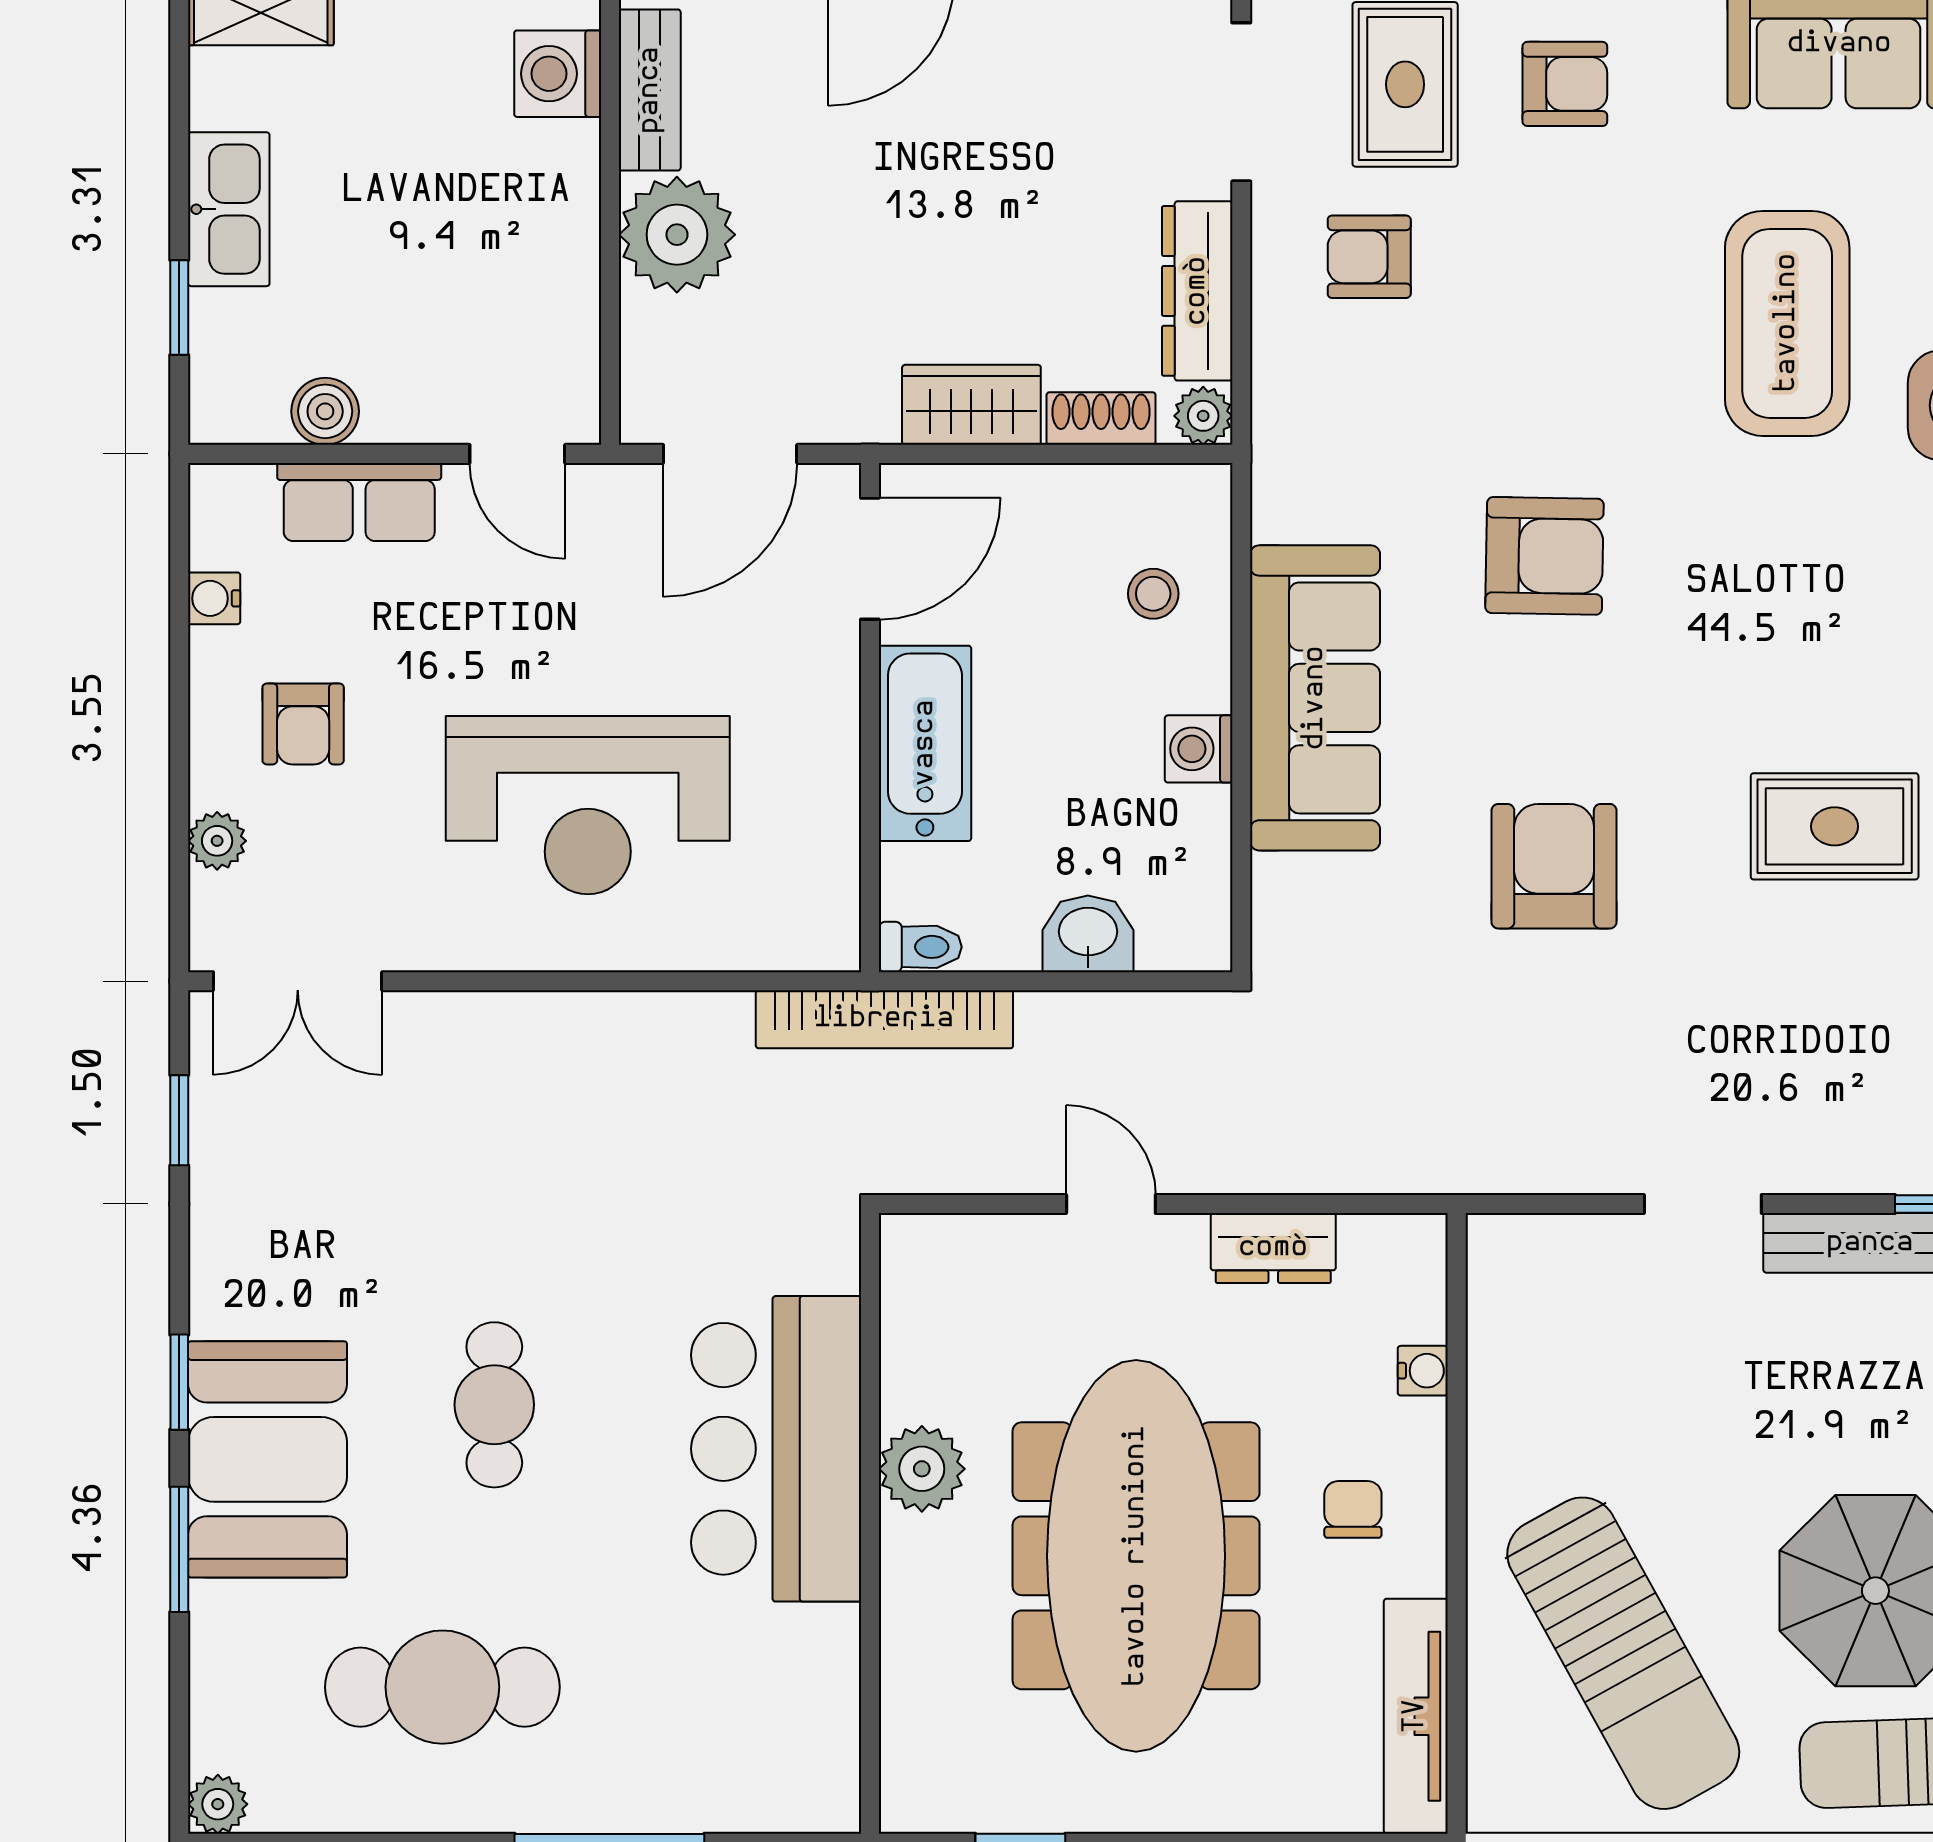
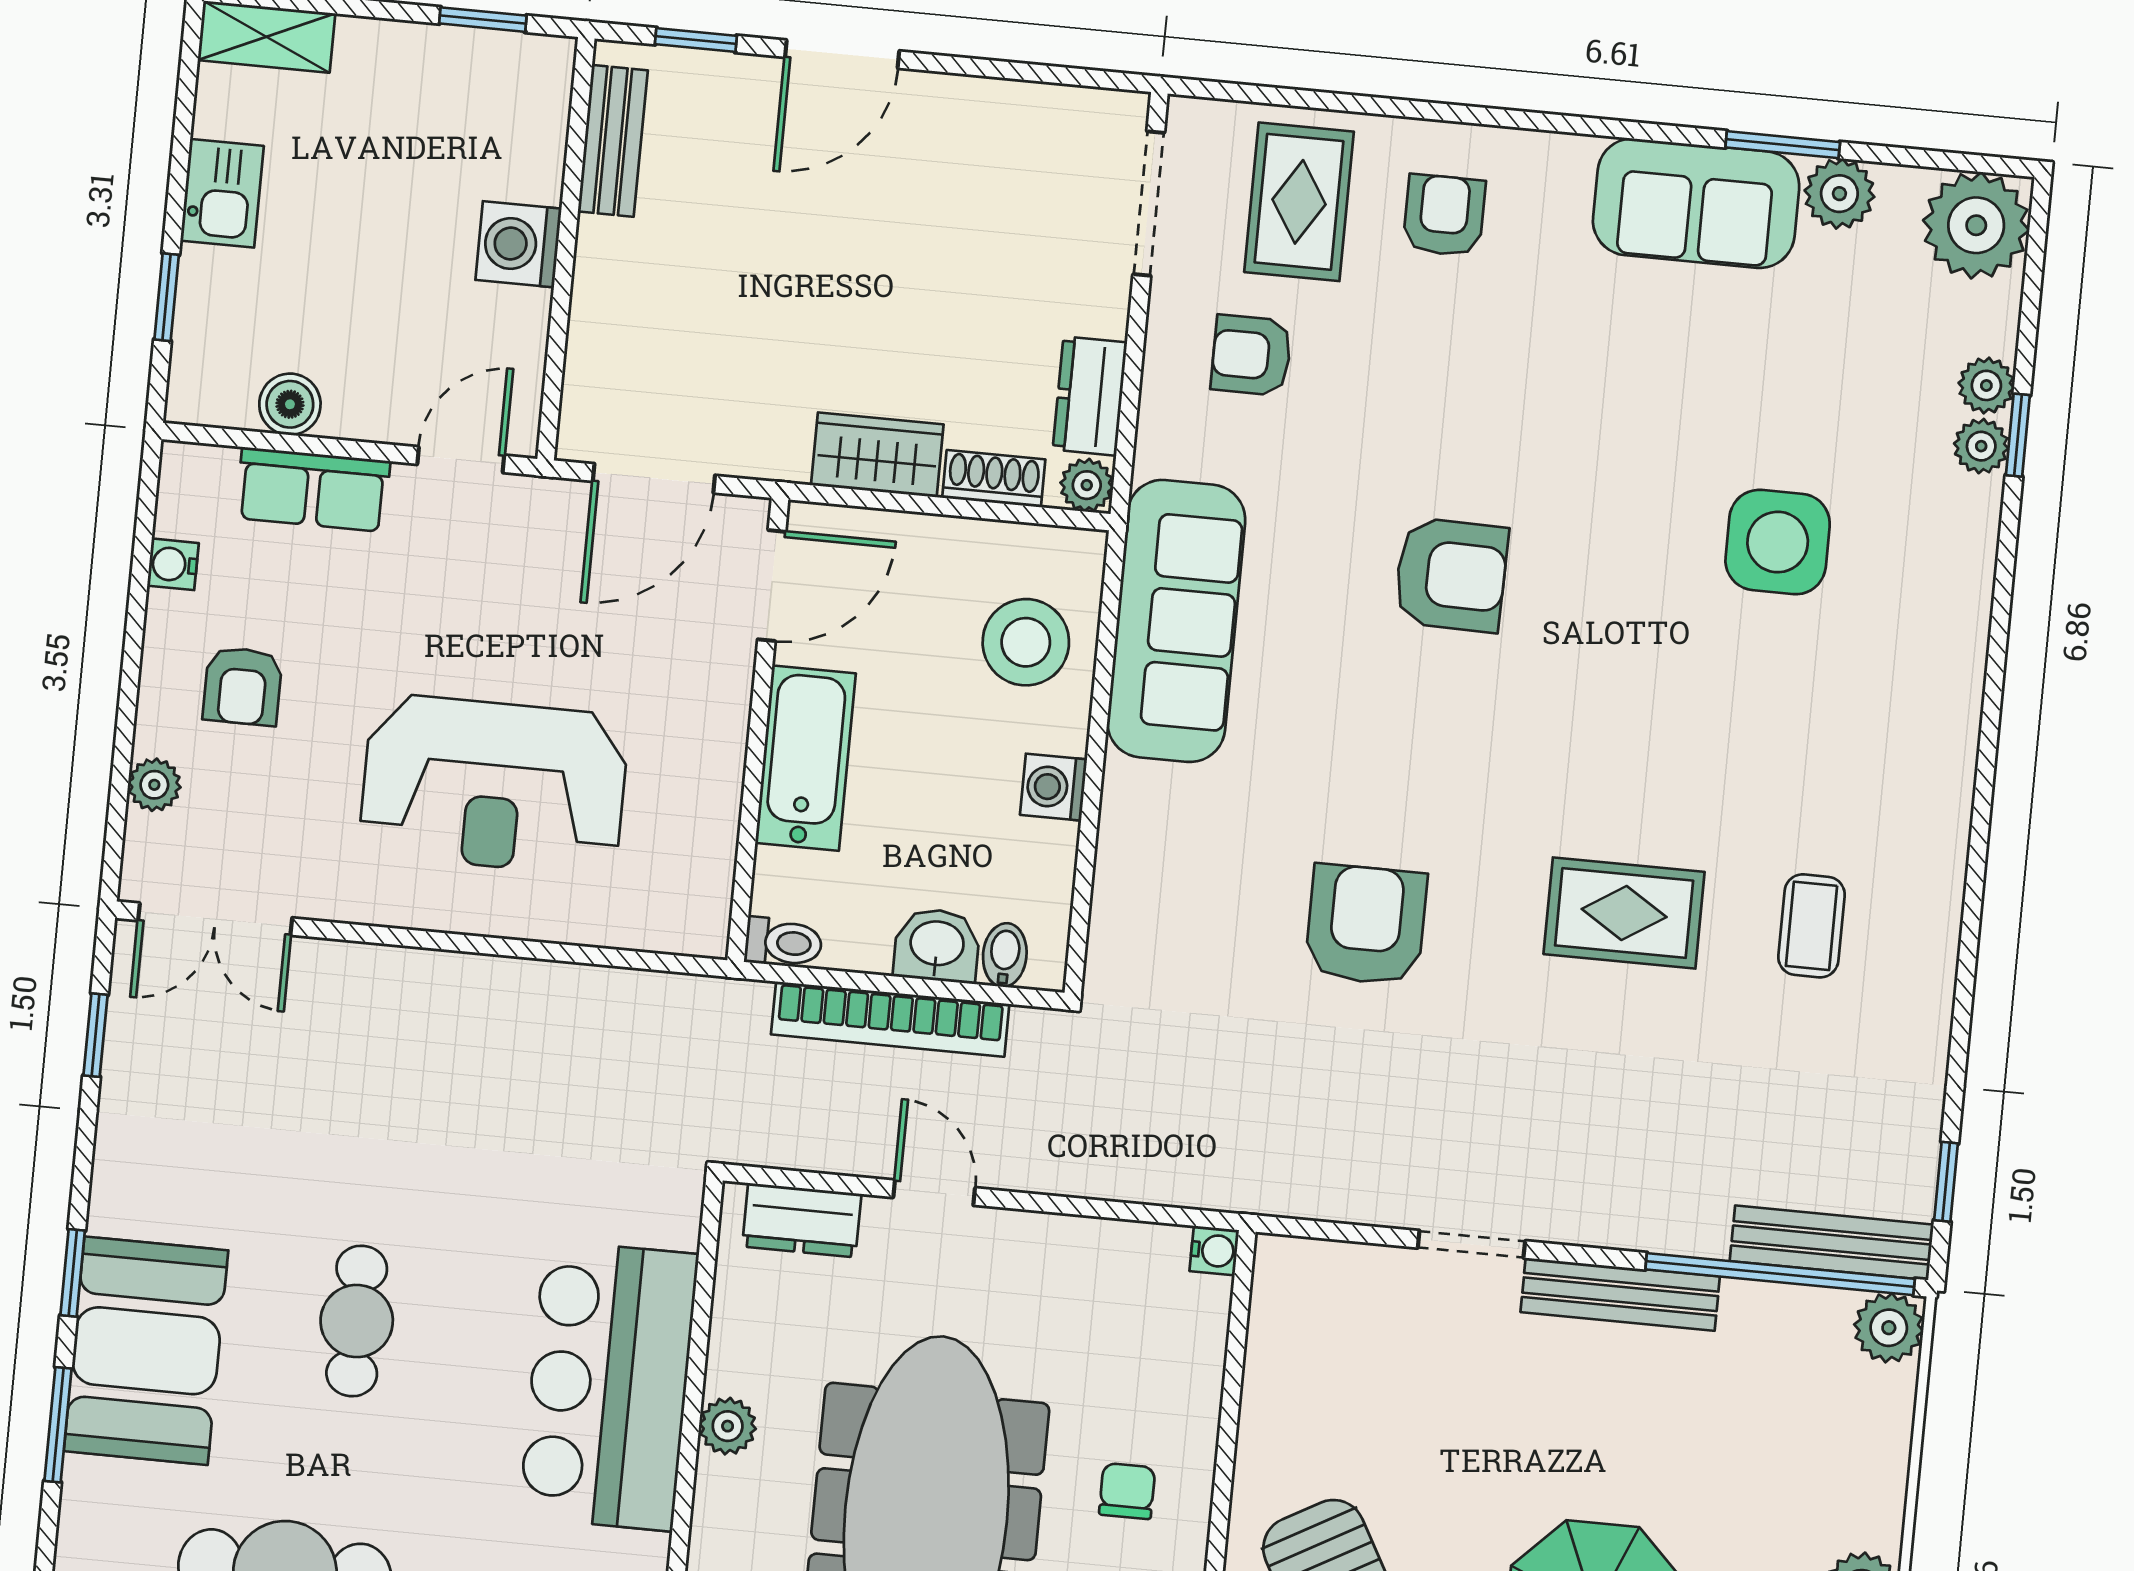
washing machine: (558, 74) -> (518, 244), moved
armchair: (1565, 84) -> (1444, 215), turned -90
kitchen sink: (229, 209) -> (222, 193), width x0.73
plant: (677, 235) -> (625, 275), removed
dresser: (1197, 291) -> (1090, 396), width x0.70
coffee table: (1787, 323) -> (1625, 452), removed
door: (517, 454) -> (461, 460), swing flipped
armchair: (1545, 556) -> (1451, 575), moved
stool: (1153, 594) -> (1026, 642), width x1.89, depth x1.89
sofa: (1315, 698) -> (1176, 621), moved
bidet: (1163, 937) -> (1005, 955), added
bookcase: (884, 1019) -> (890, 1019), moved
dresser: (1273, 1248) -> (802, 1220), moved
water cooler: (1423, 1371) -> (1214, 1251), moved
plant: (922, 1469) -> (728, 1426), width x0.73, depth x0.73

